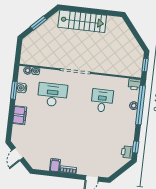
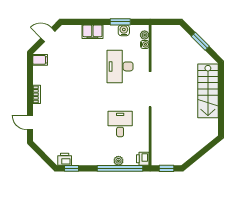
desk: (52, 95) -> (120, 66), turned 180
desk: (102, 101) -> (120, 124), turned -90
filing cabinet: (55, 165) -> (40, 60), moved

